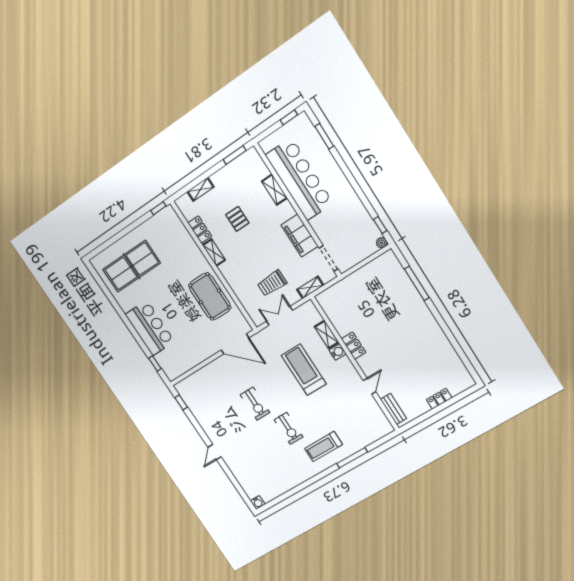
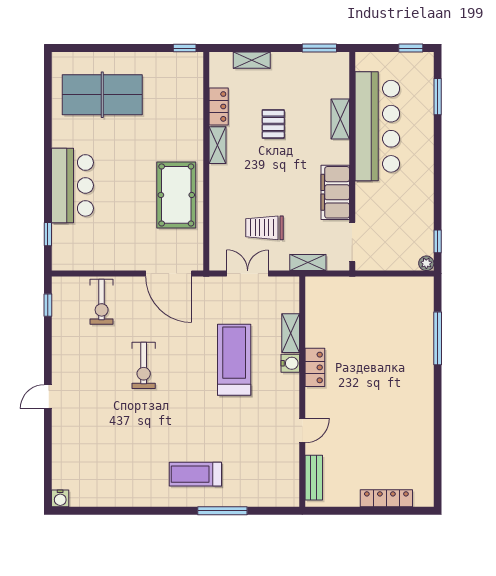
locker: (439, 399) -> (386, 498), width x1.53
exercise bike: (289, 428) -> (102, 302), moved

